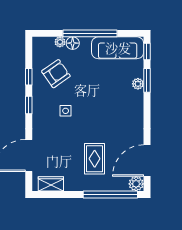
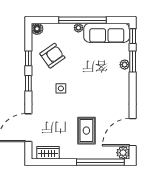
plant: (60, 42) -> (78, 28), moved
floor lamp: (73, 43) -> (37, 29), moved

